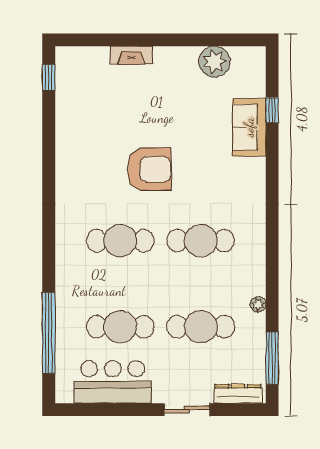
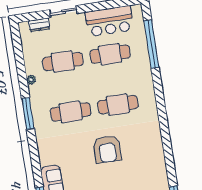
armchair: (149, 169) -> (107, 149), turned -90
window: (272, 358) -> (28, 114), moved
dresser: (238, 394) -> (39, 25), width x0.70

